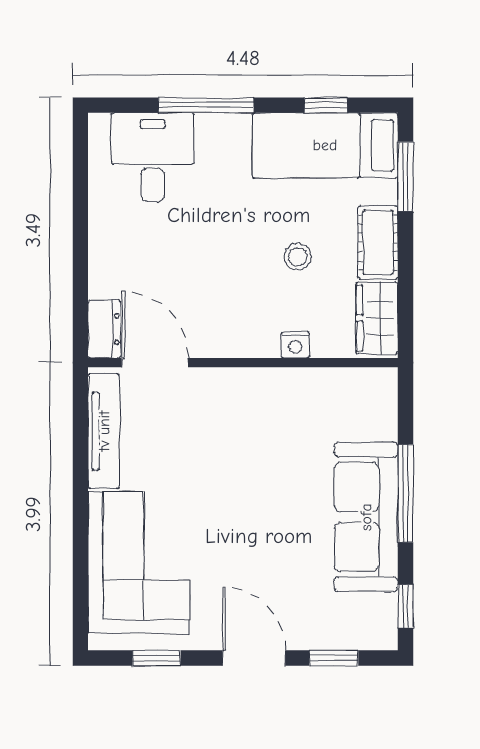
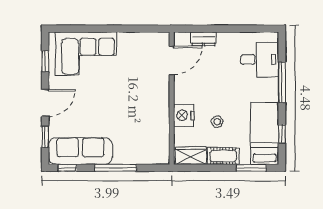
dresser: (104, 329) -> (203, 39), moved
nightstand: (295, 345) -> (184, 115), width x1.89, depth x1.79
tv unit: (104, 431) -> (142, 39), removed
sofa: (366, 517) -> (80, 151), moved

